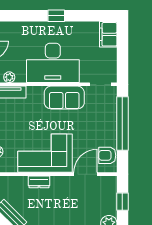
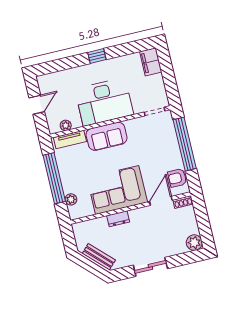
sofa: (64, 98) -> (107, 136), moved
shoe rack: (107, 180) -> (183, 202), added
window: (122, 202) -> (202, 219), removed

